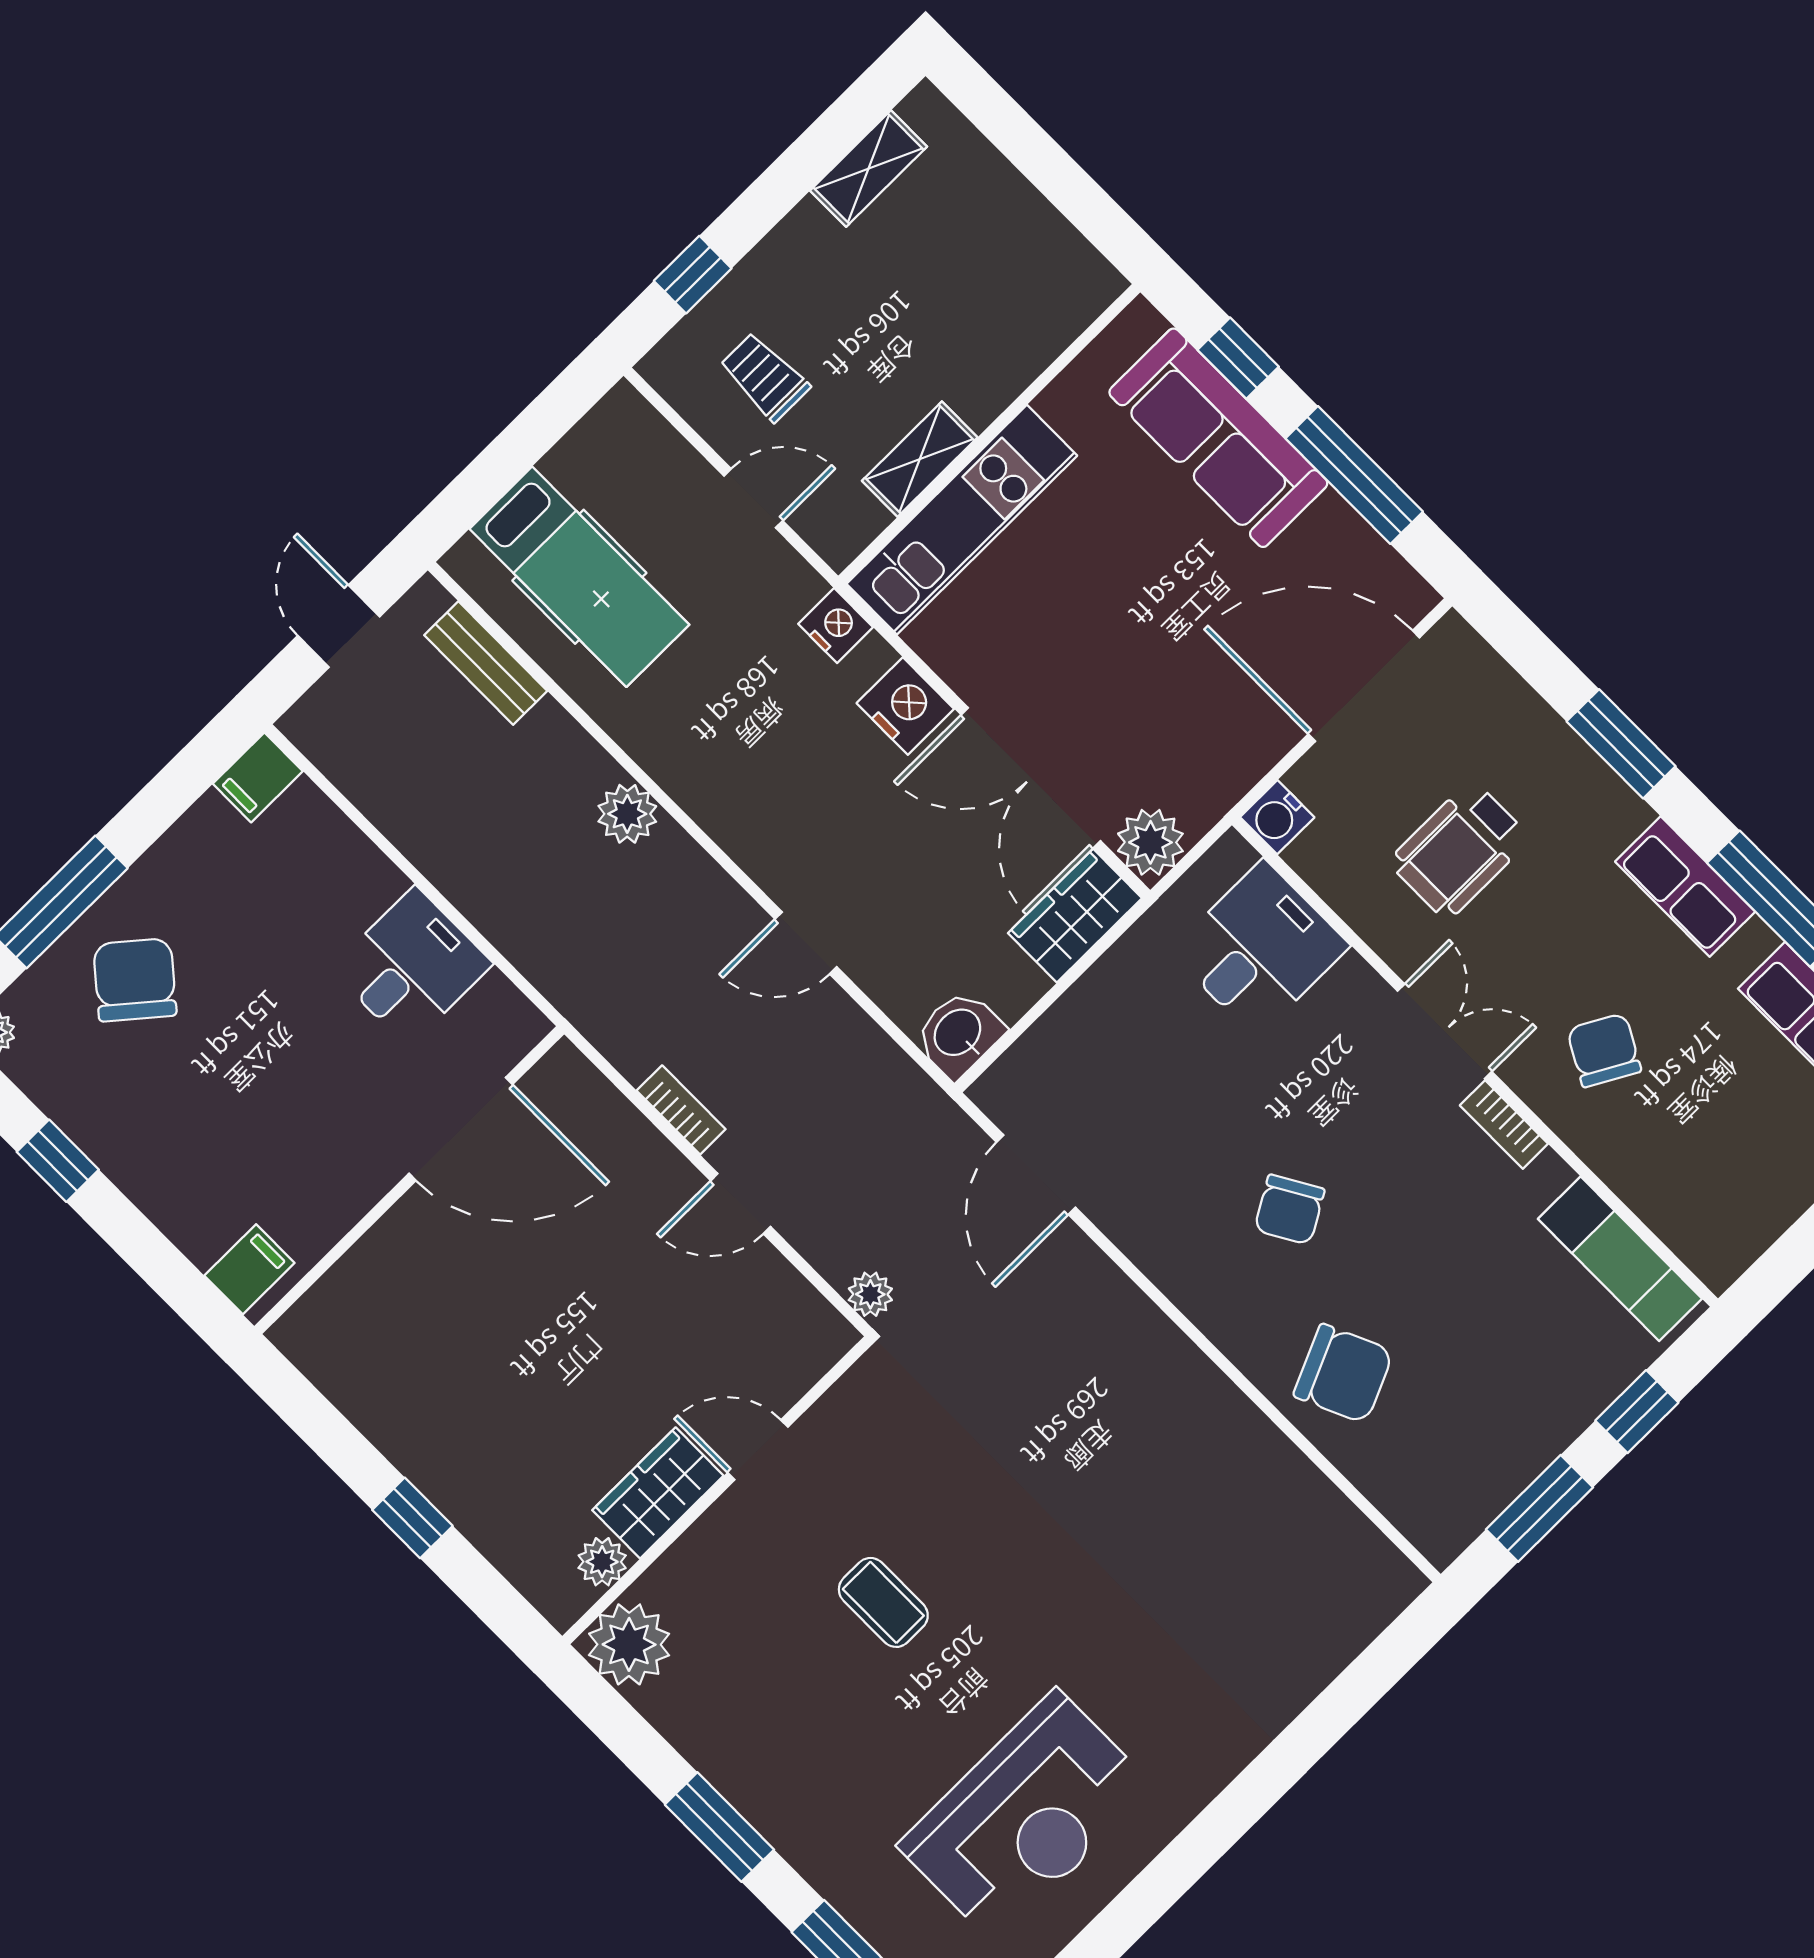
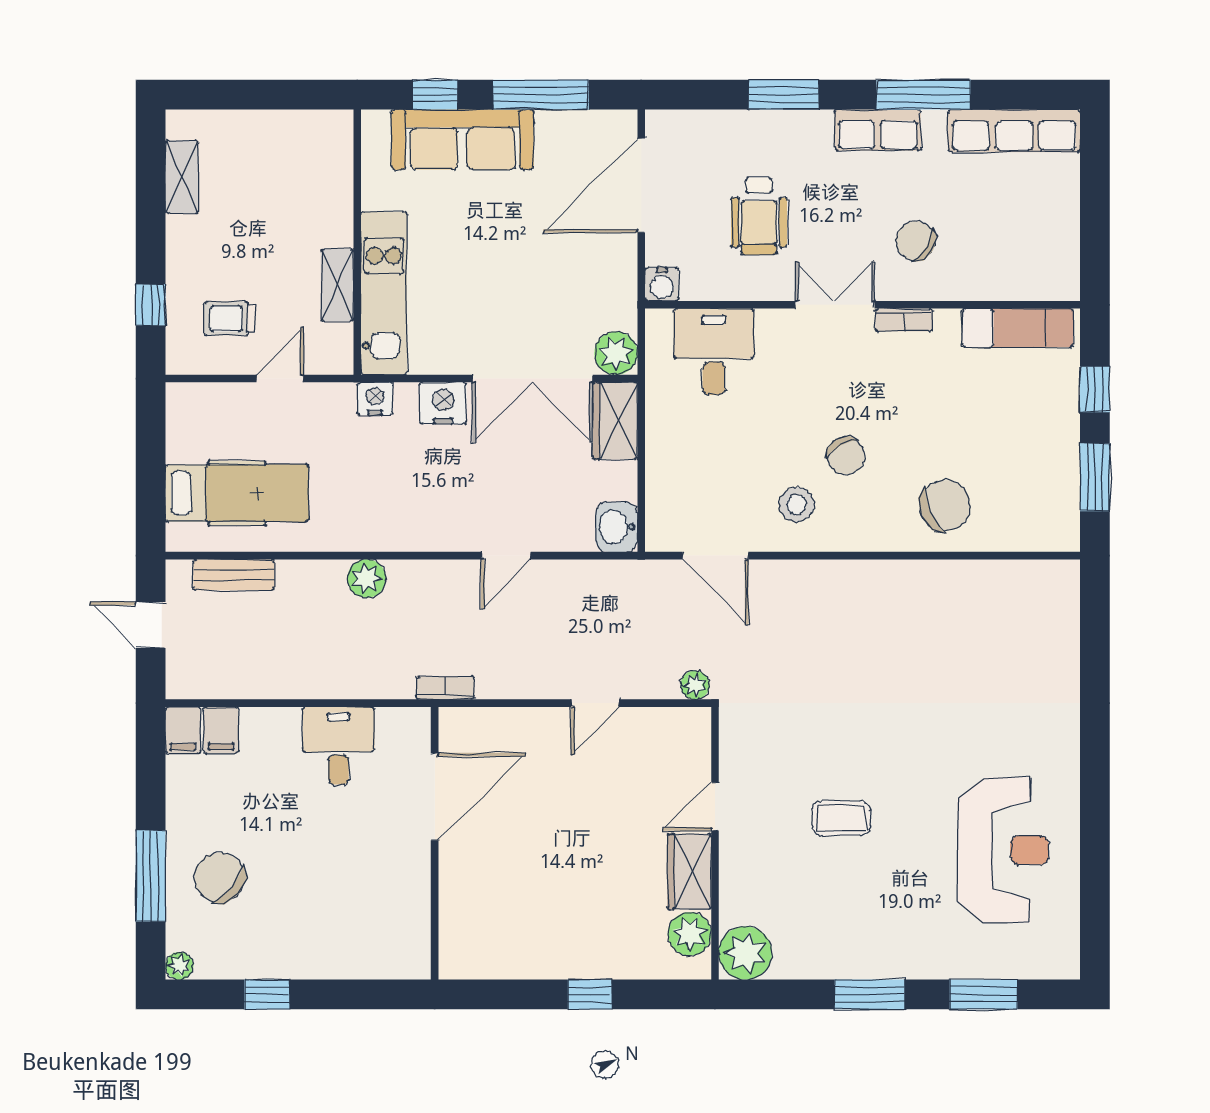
bookcase: (681, 1110) -> (445, 688), moved
stool: (1182, 1208) -> (796, 504), added
filing cabinet: (249, 1269) -> (221, 730), moved, turned 180
plant: (602, 1562) -> (690, 934), width x1.38, depth x1.38

